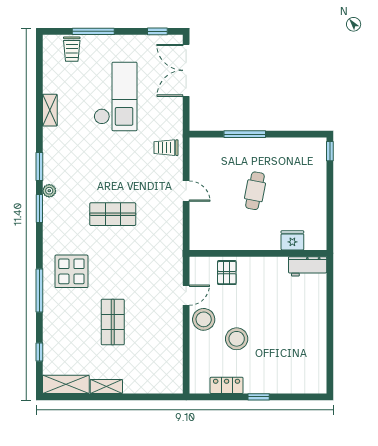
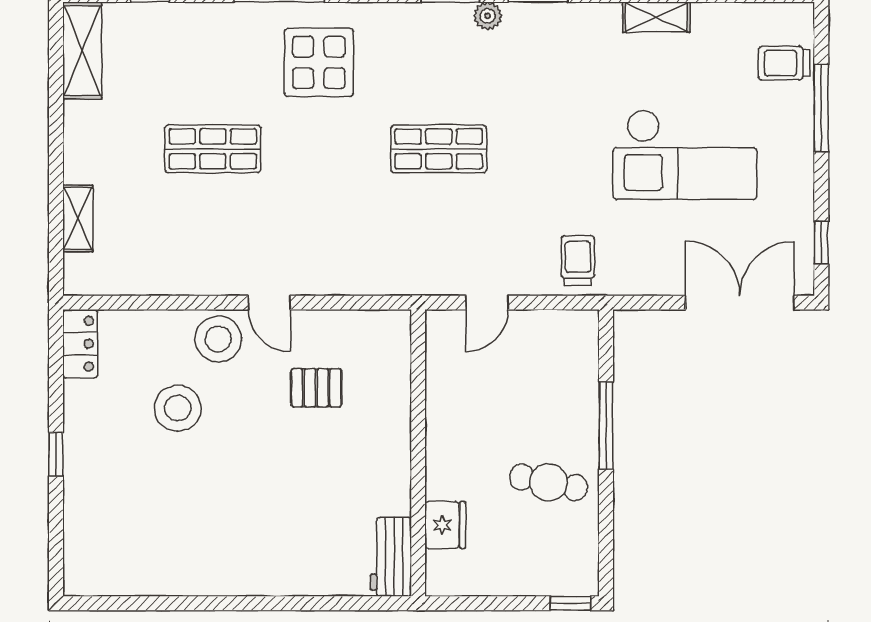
cafe table: (255, 191) -> (549, 482), moved
shop shelf: (113, 214) -> (439, 149), turned 90
fridge: (292, 240) -> (445, 525), moved
wall: (258, 253) -> (418, 453), moved
workbench: (308, 266) -> (391, 557), moved
locker: (227, 385) -> (80, 344), moved
shelving: (106, 386) -> (78, 219), moved

